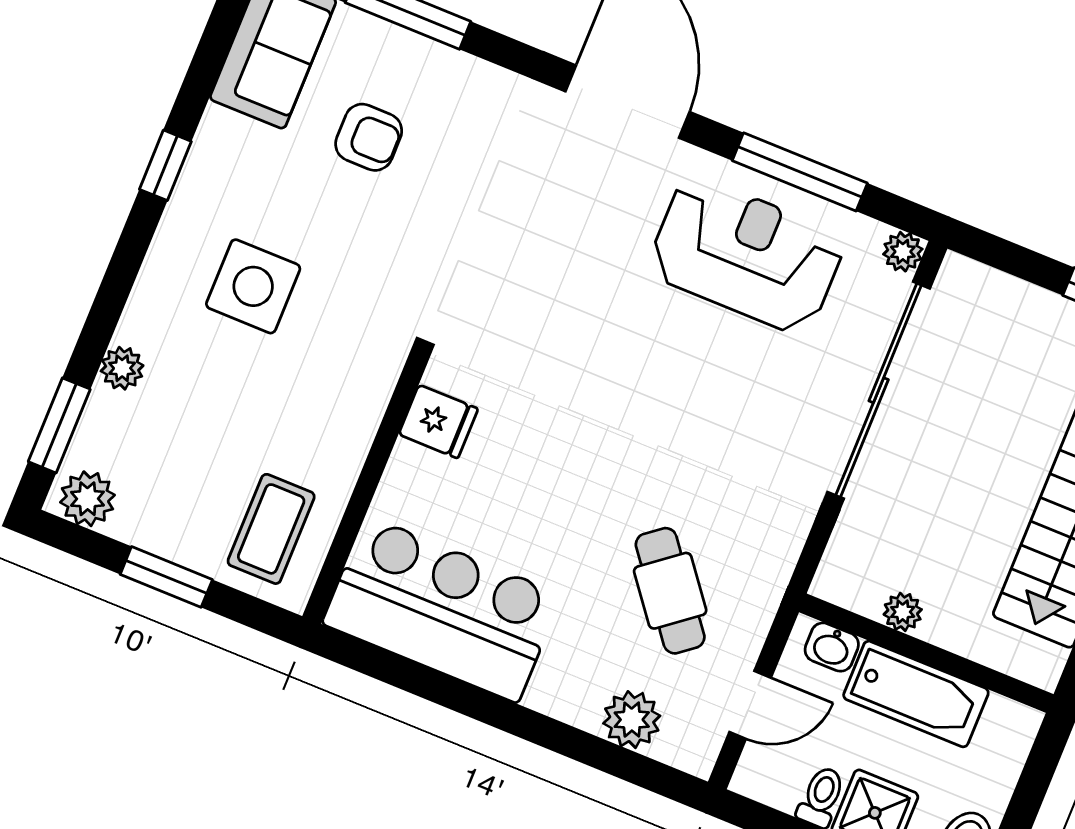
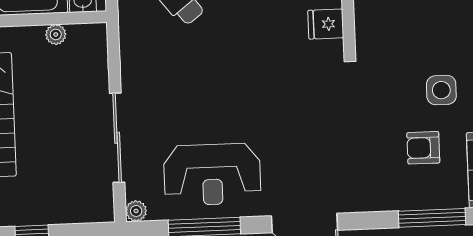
side table: (253, 286) -> (441, 90), moved, width x0.73, depth x0.73
sliding door: (879, 390) -> (117, 138), width x0.73

